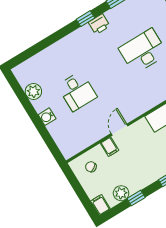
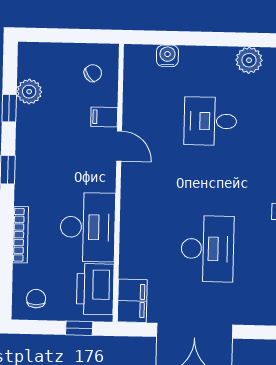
water cooler: (47, 117) -> (167, 56), moved
filing cabinet: (100, 205) -> (31, 52), removed

